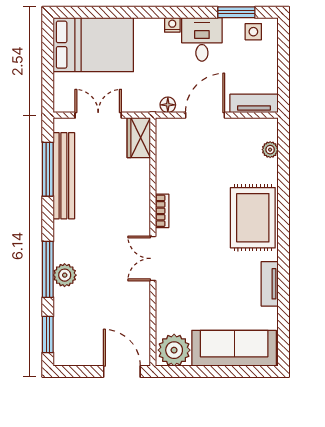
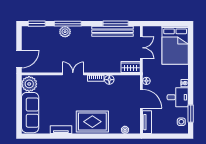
floor lamp: (165, 183) -> (109, 80), added

